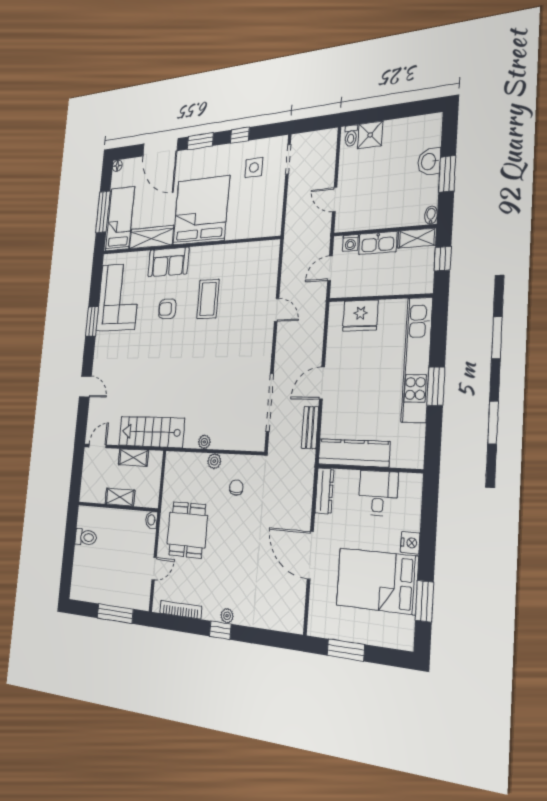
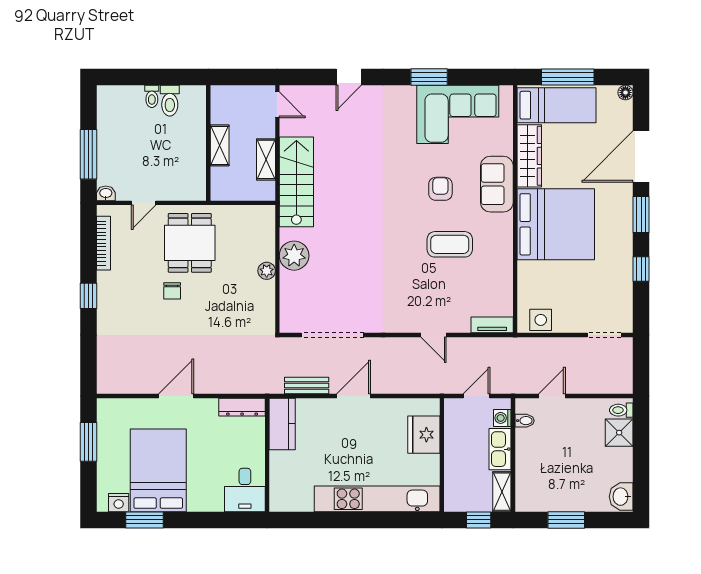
washbasin: (429, 162) -> (621, 497), moved, turned -90
side table: (254, 167) -> (541, 320), moved
bidet: (431, 215) -> (525, 421), moved
tv unit: (273, 258) -> (492, 325), added
door: (330, 268) -> (477, 396), hinge flipped
door: (277, 310) -> (434, 335), hinge flipped
door: (322, 383) -> (353, 396), hinge flipped
window: (436, 386) -> (351, 520), removed
plant: (204, 442) -> (294, 256), width x1.88, depth x1.88
kitchen counter: (354, 453) -> (282, 424), width x0.67
chair: (236, 488) -> (172, 291), moved, turned 90
desk: (378, 493) -> (245, 490), moved, turned 90
washbasin: (152, 520) -> (106, 193), moved
dining table: (187, 530) -> (190, 243), turned 90
nightstand: (410, 543) -> (119, 503), moved
toilet: (81, 552) -> (152, 96), added
door: (310, 555) -> (176, 396), width x0.73
door: (154, 569) -> (144, 203), hinge flipped
plant: (227, 616) -> (104, 303), removed

